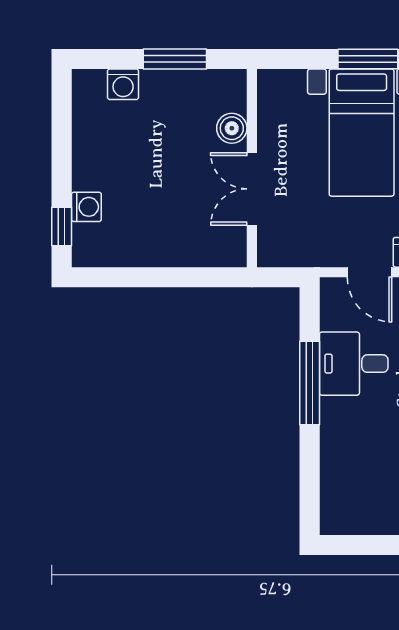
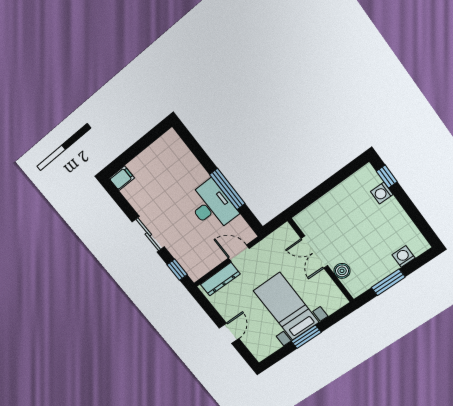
double door: (252, 189) -> (314, 252), swing flipped
desk: (354, 364) -> (212, 206), width x1.37

